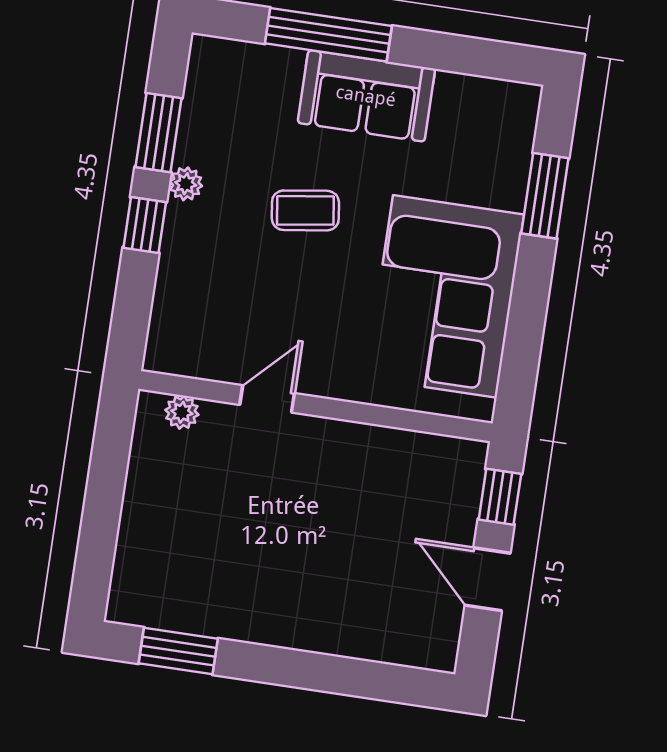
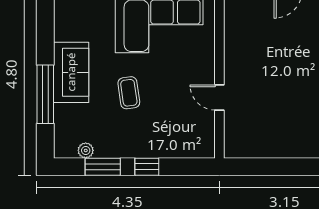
plant: (186, 184) -> (86, 150), moved
plant: (182, 412) -> (232, 136), removed

